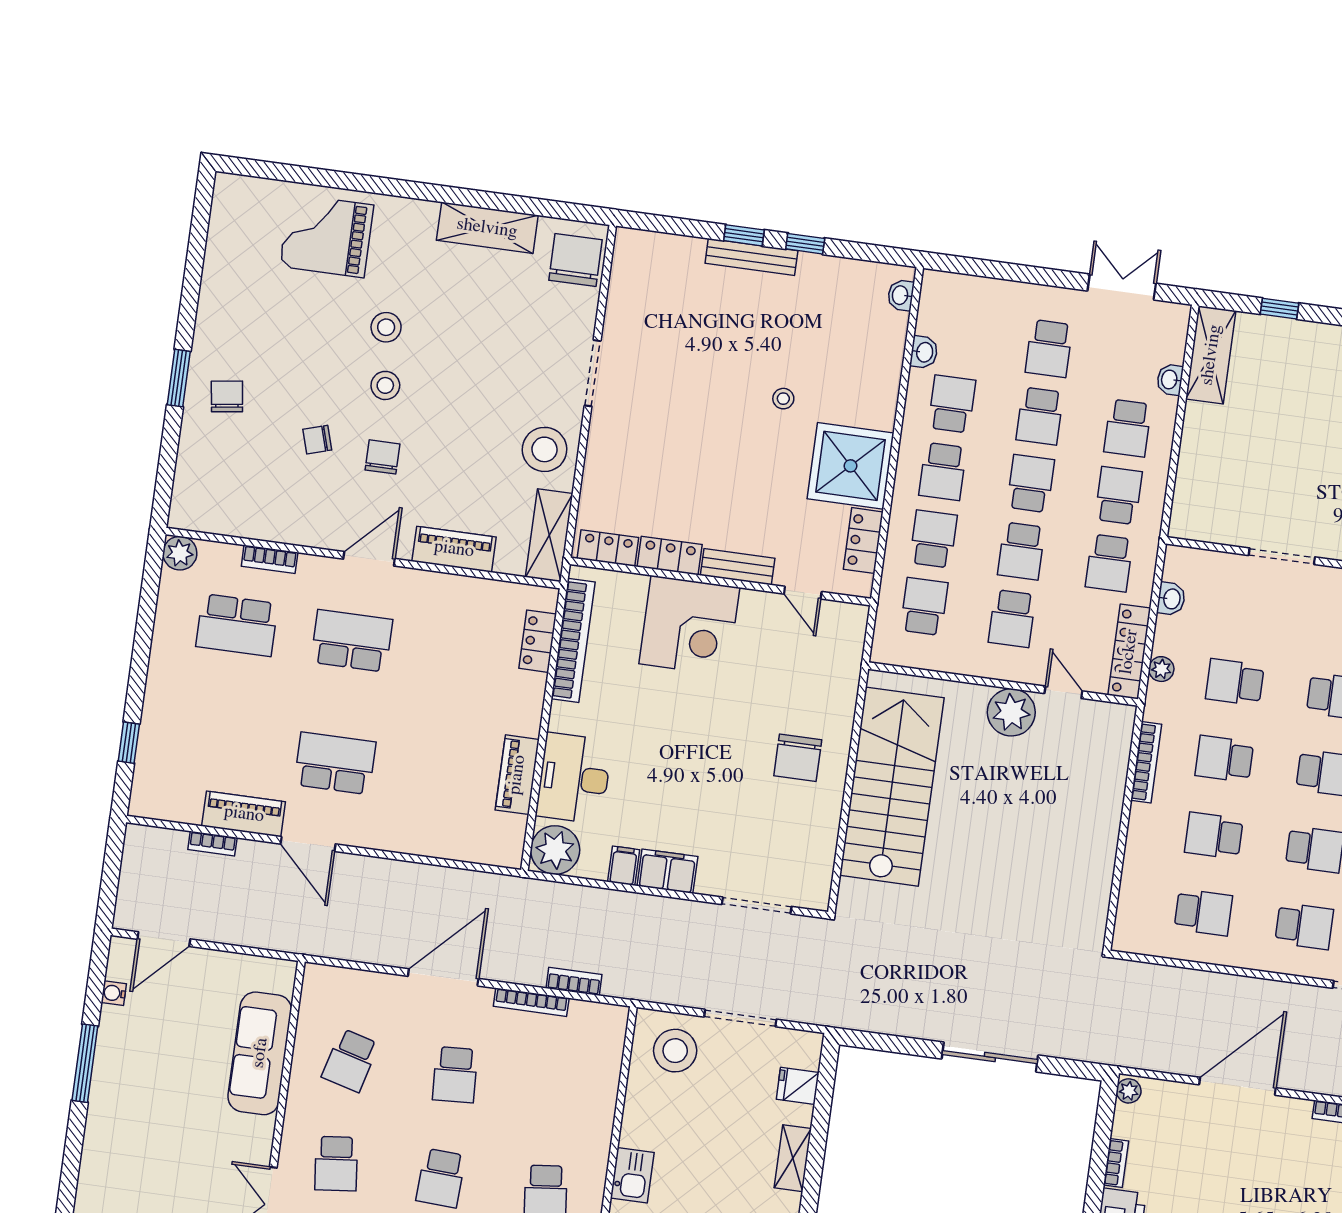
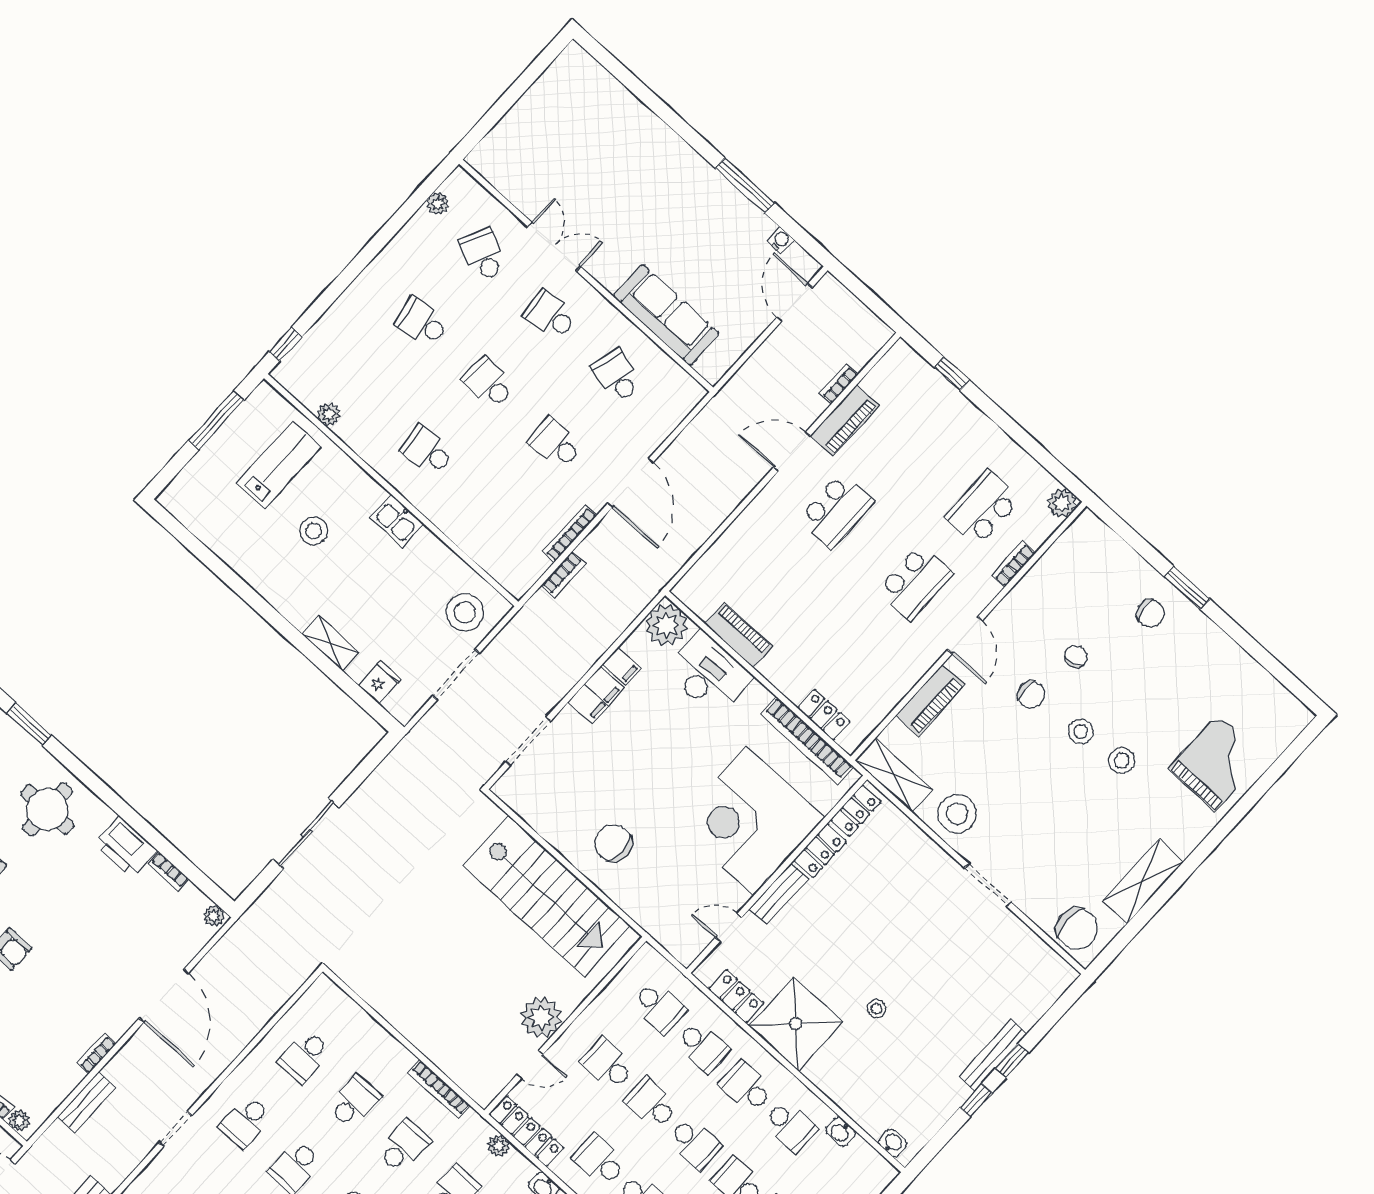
corner desk: (689, 626) -> (750, 821), width x1.36, depth x1.36

